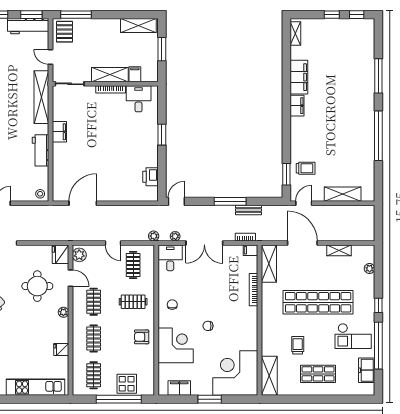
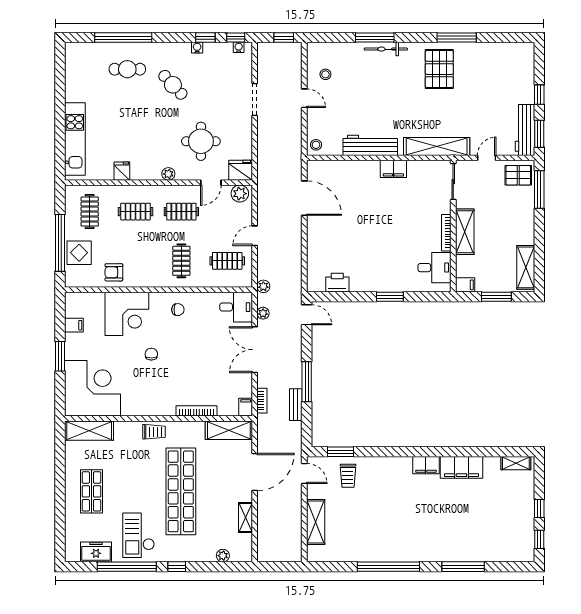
filing cabinet: (135, 74) -> (465, 285), moved
workbench: (41, 150) -> (370, 145), width x1.38
armchair: (142, 337) -> (114, 272), moved, turned -90
trolley: (298, 345) -> (154, 432), moved
clothes rail: (94, 375) -> (90, 212), turned 90
filing cabinet: (179, 388) -> (74, 325), width x0.50

